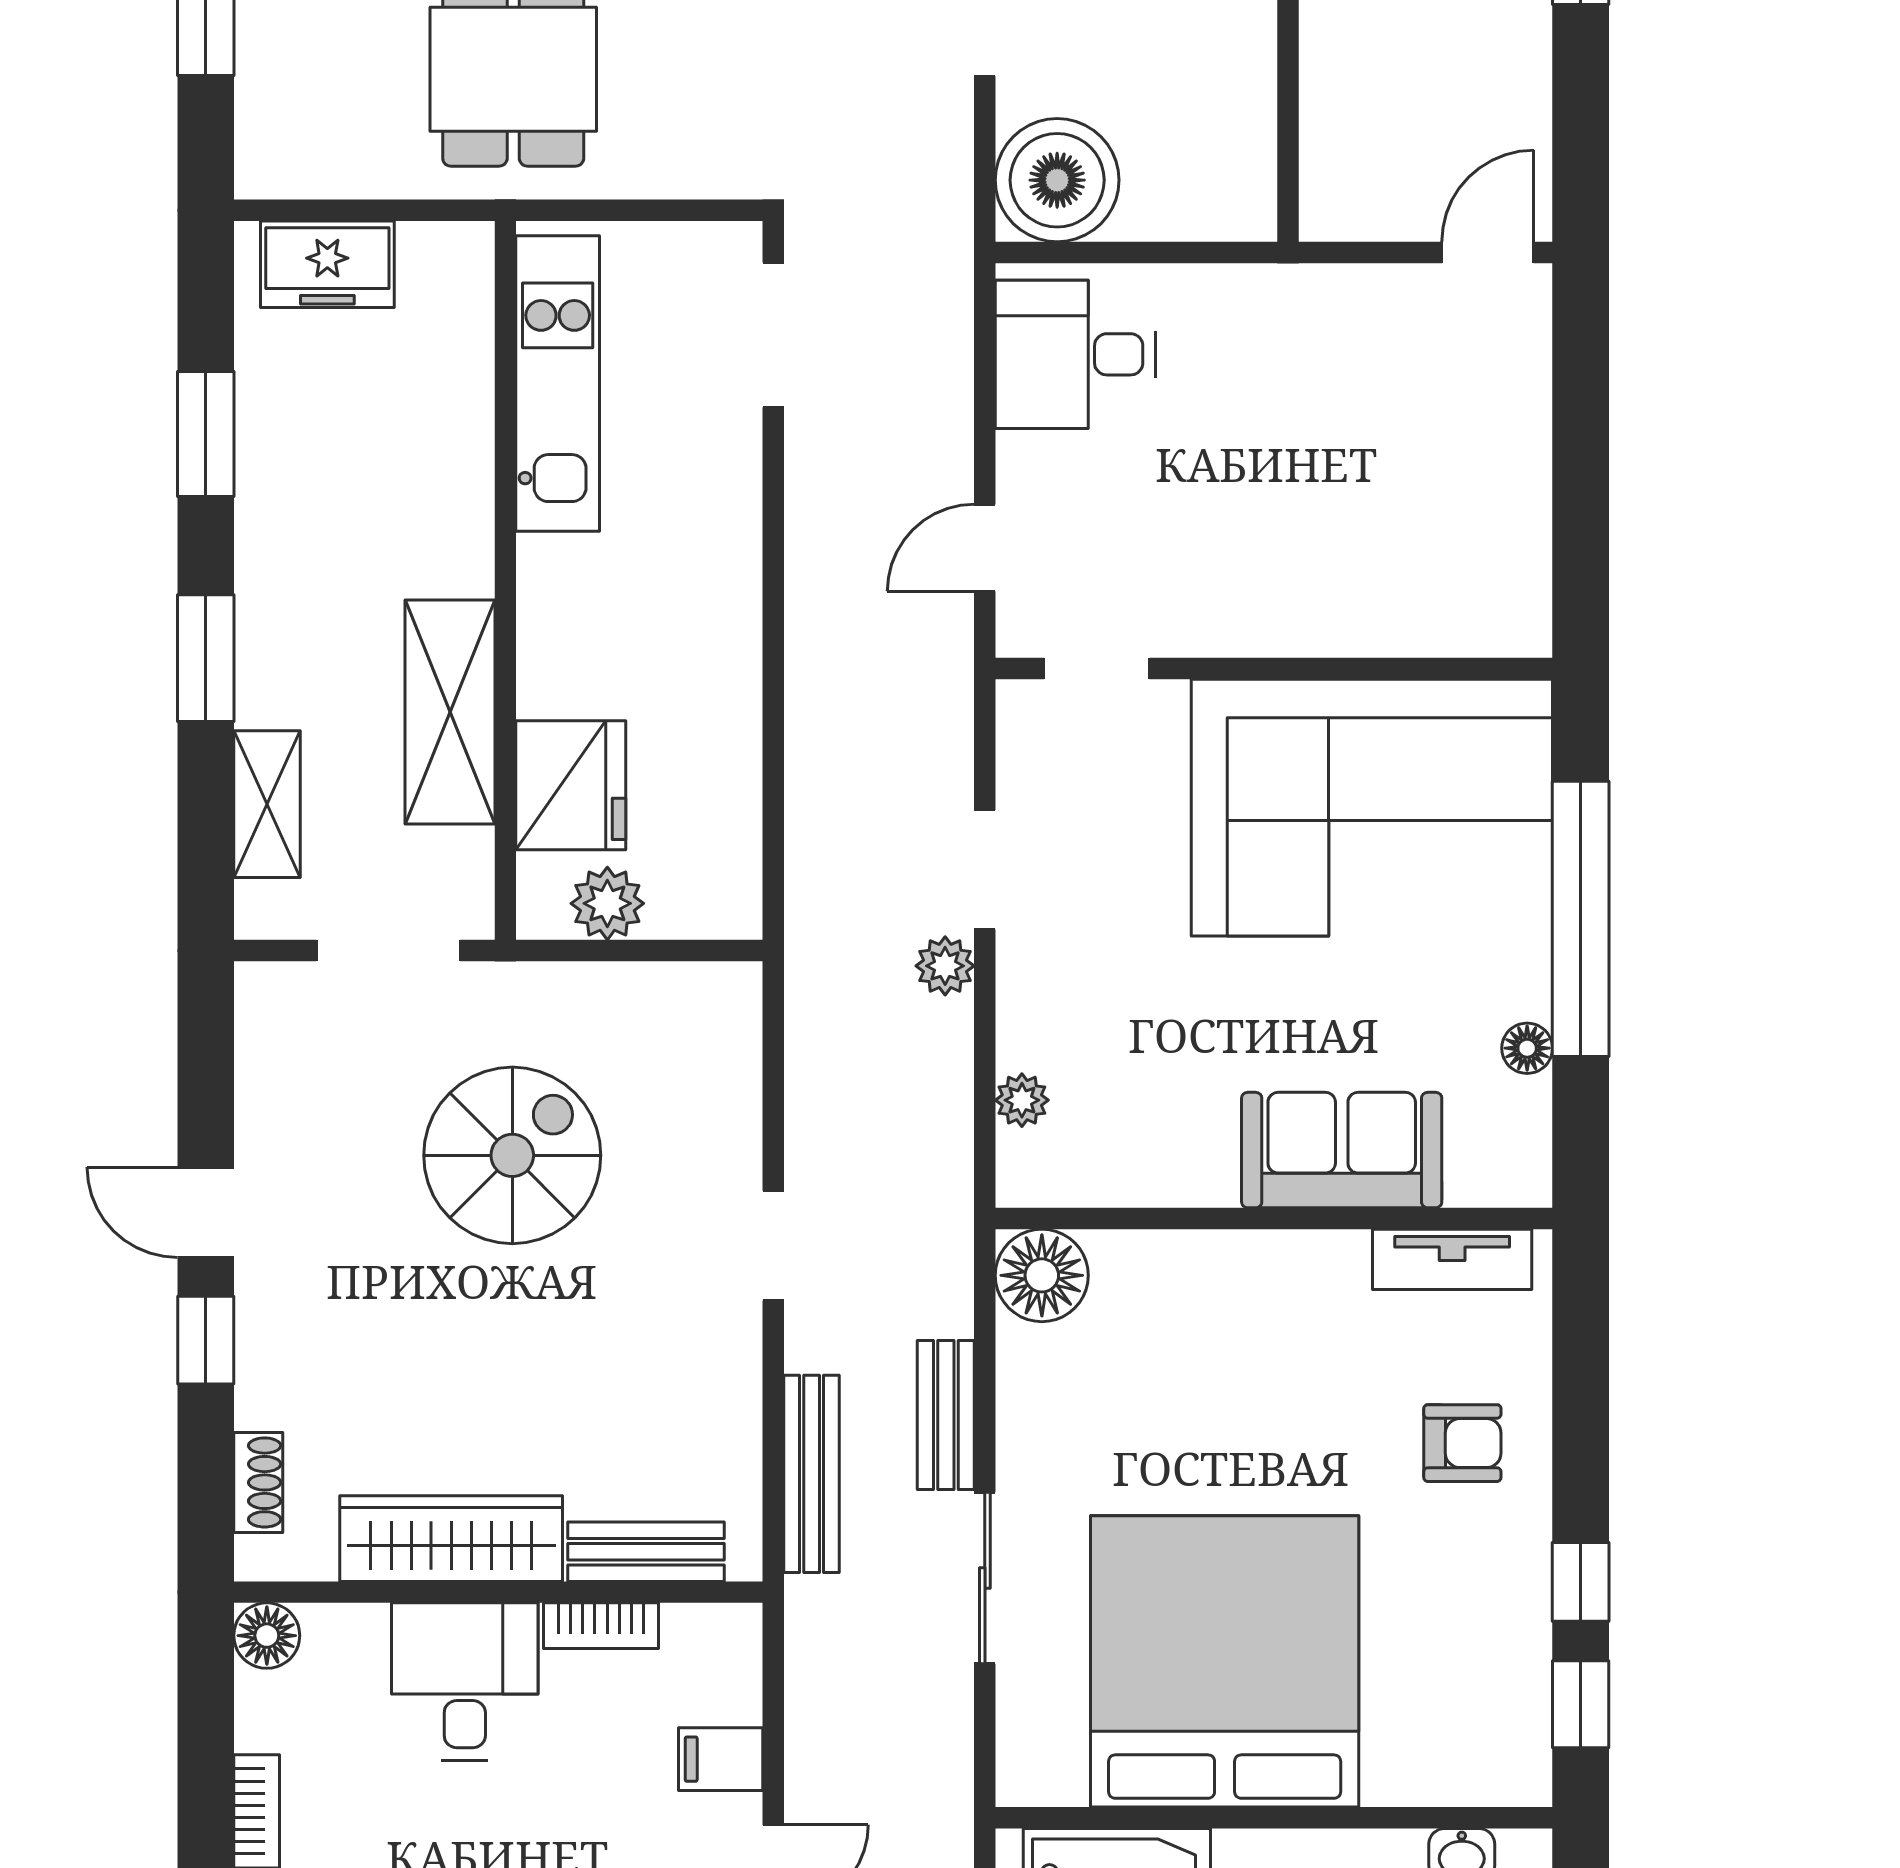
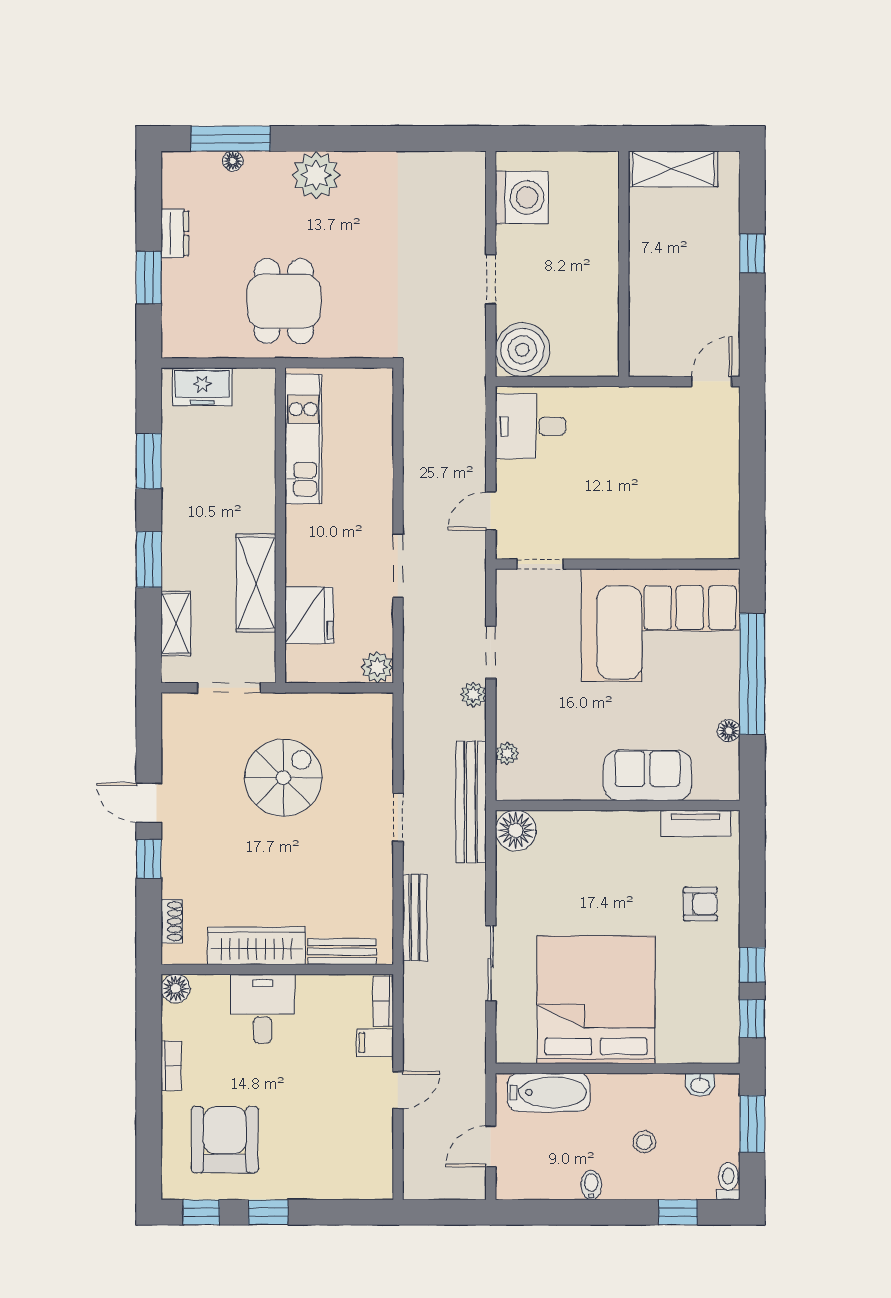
doorway: (773, 335) -> (398, 566), moved
plant: (607, 903) -> (377, 667), moved
bench: (946, 1415) -> (471, 802), moved, width x1.86, depth x1.21
bookcase: (601, 1626) -> (383, 1001), moved, turned 90

